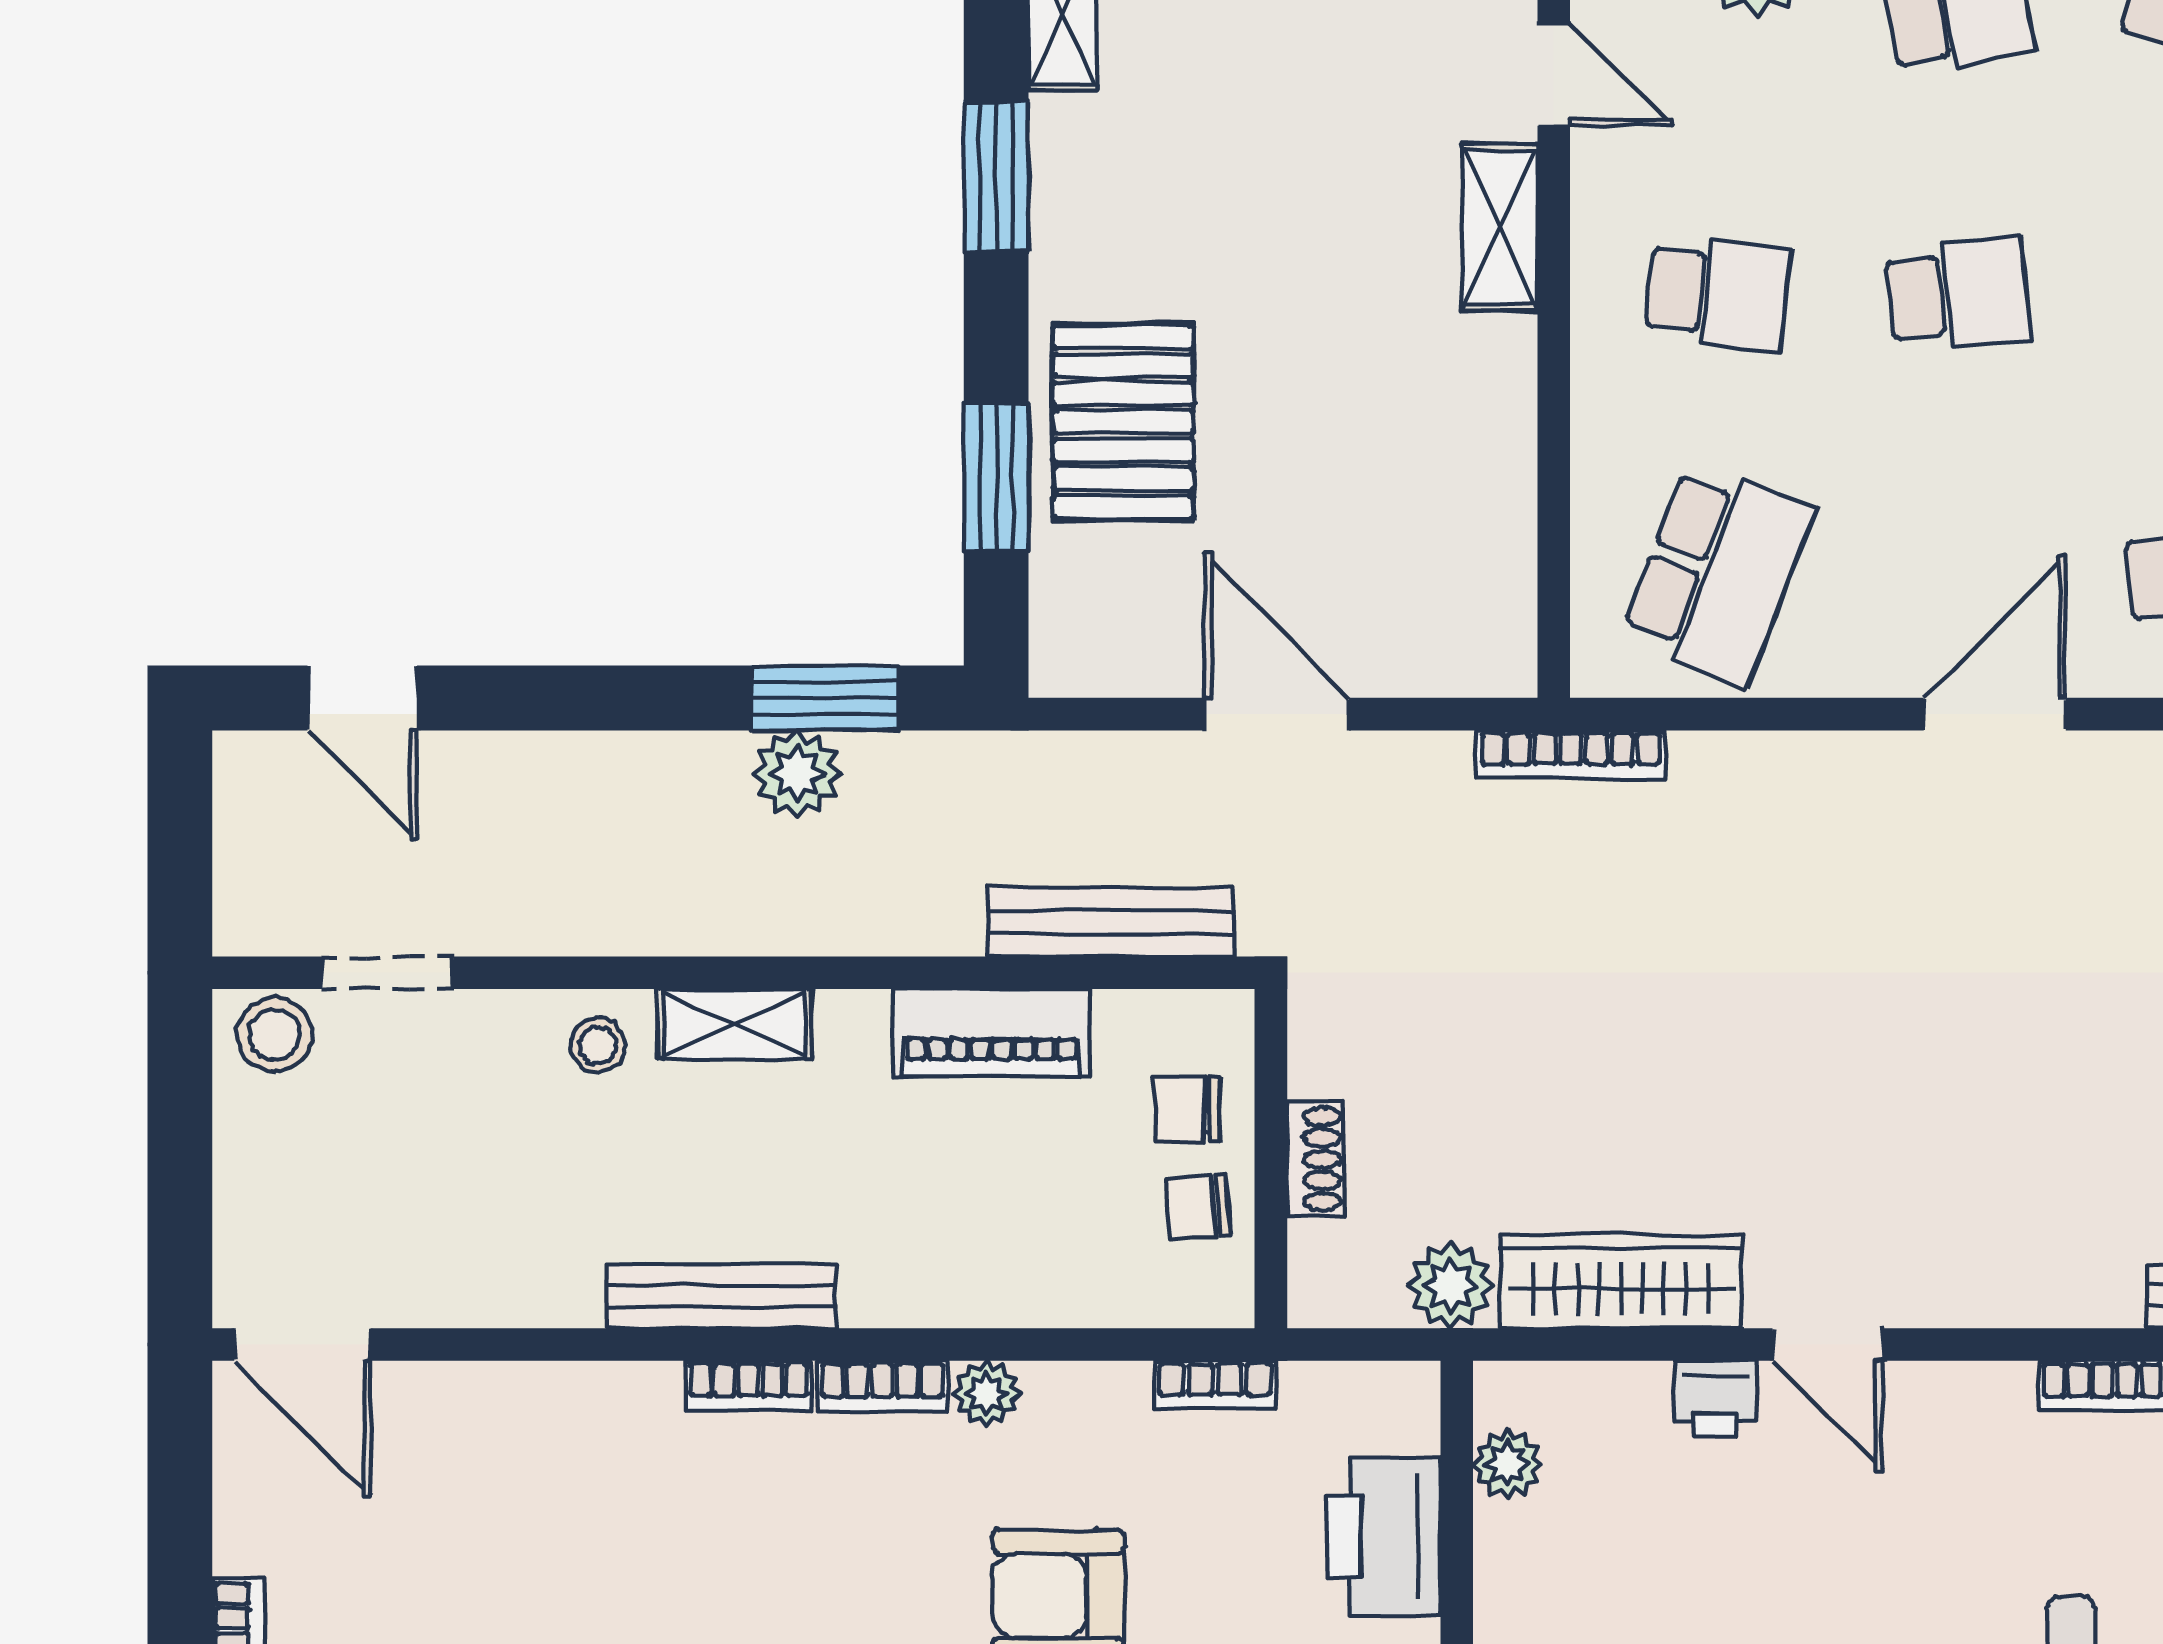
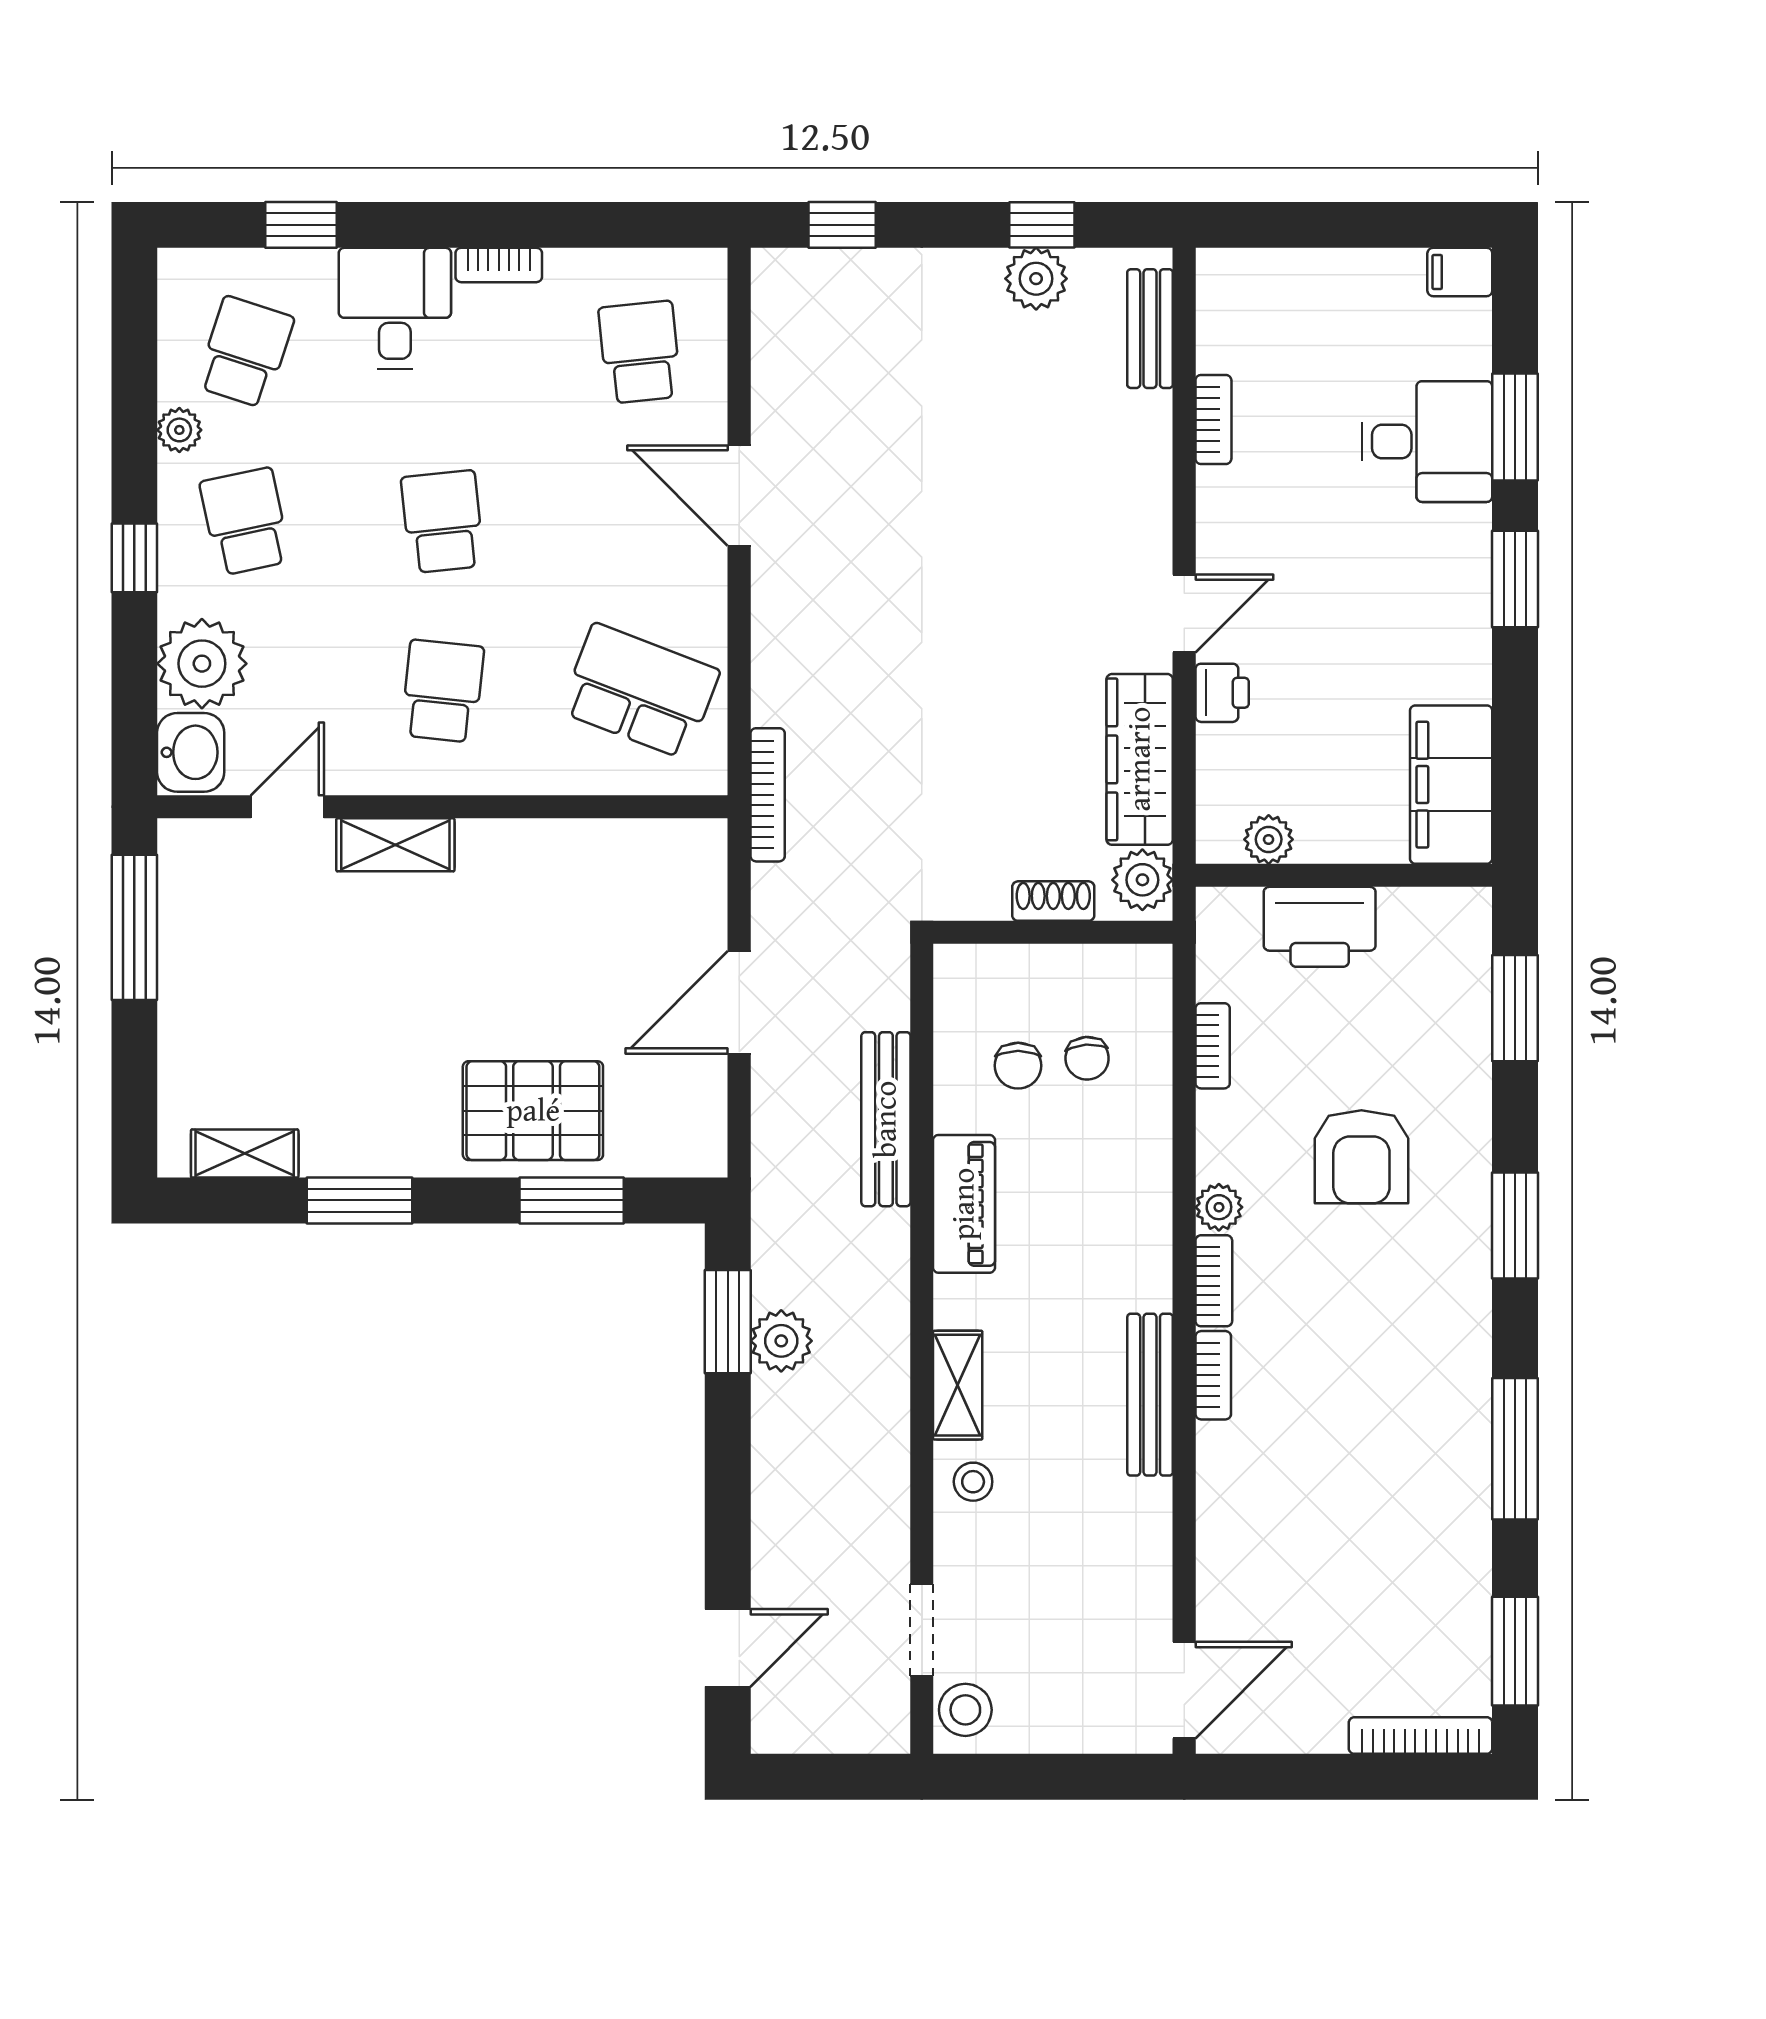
wall: (1271, 1159) -> (1053, 932), moved
shoe rack: (1315, 1159) -> (1053, 901), moved

